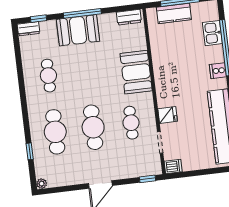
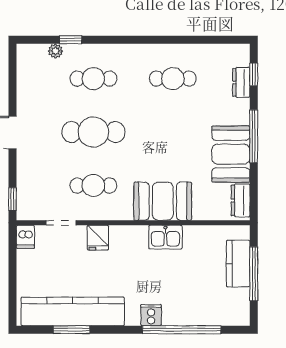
dresser: (29, 29) -> (241, 82), moved
booth: (78, 30) -> (231, 154), moved
kitchen sink: (212, 33) -> (165, 237), moved, turned 180
cafe table: (55, 132) -> (93, 79), width x0.73, depth x0.74
plant: (42, 184) -> (55, 51), moved

